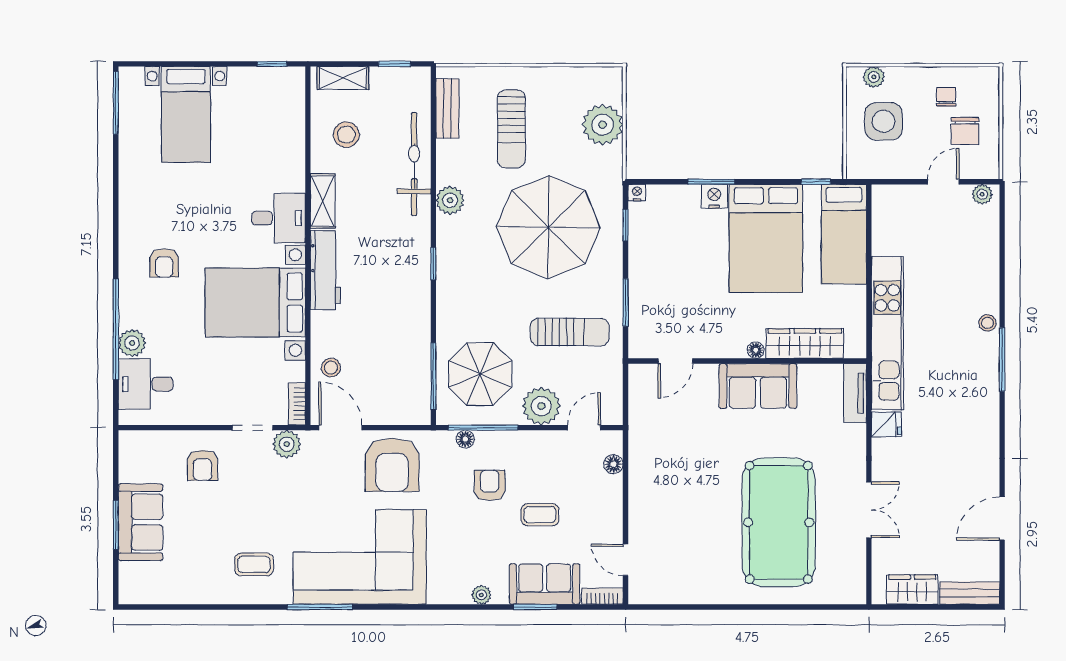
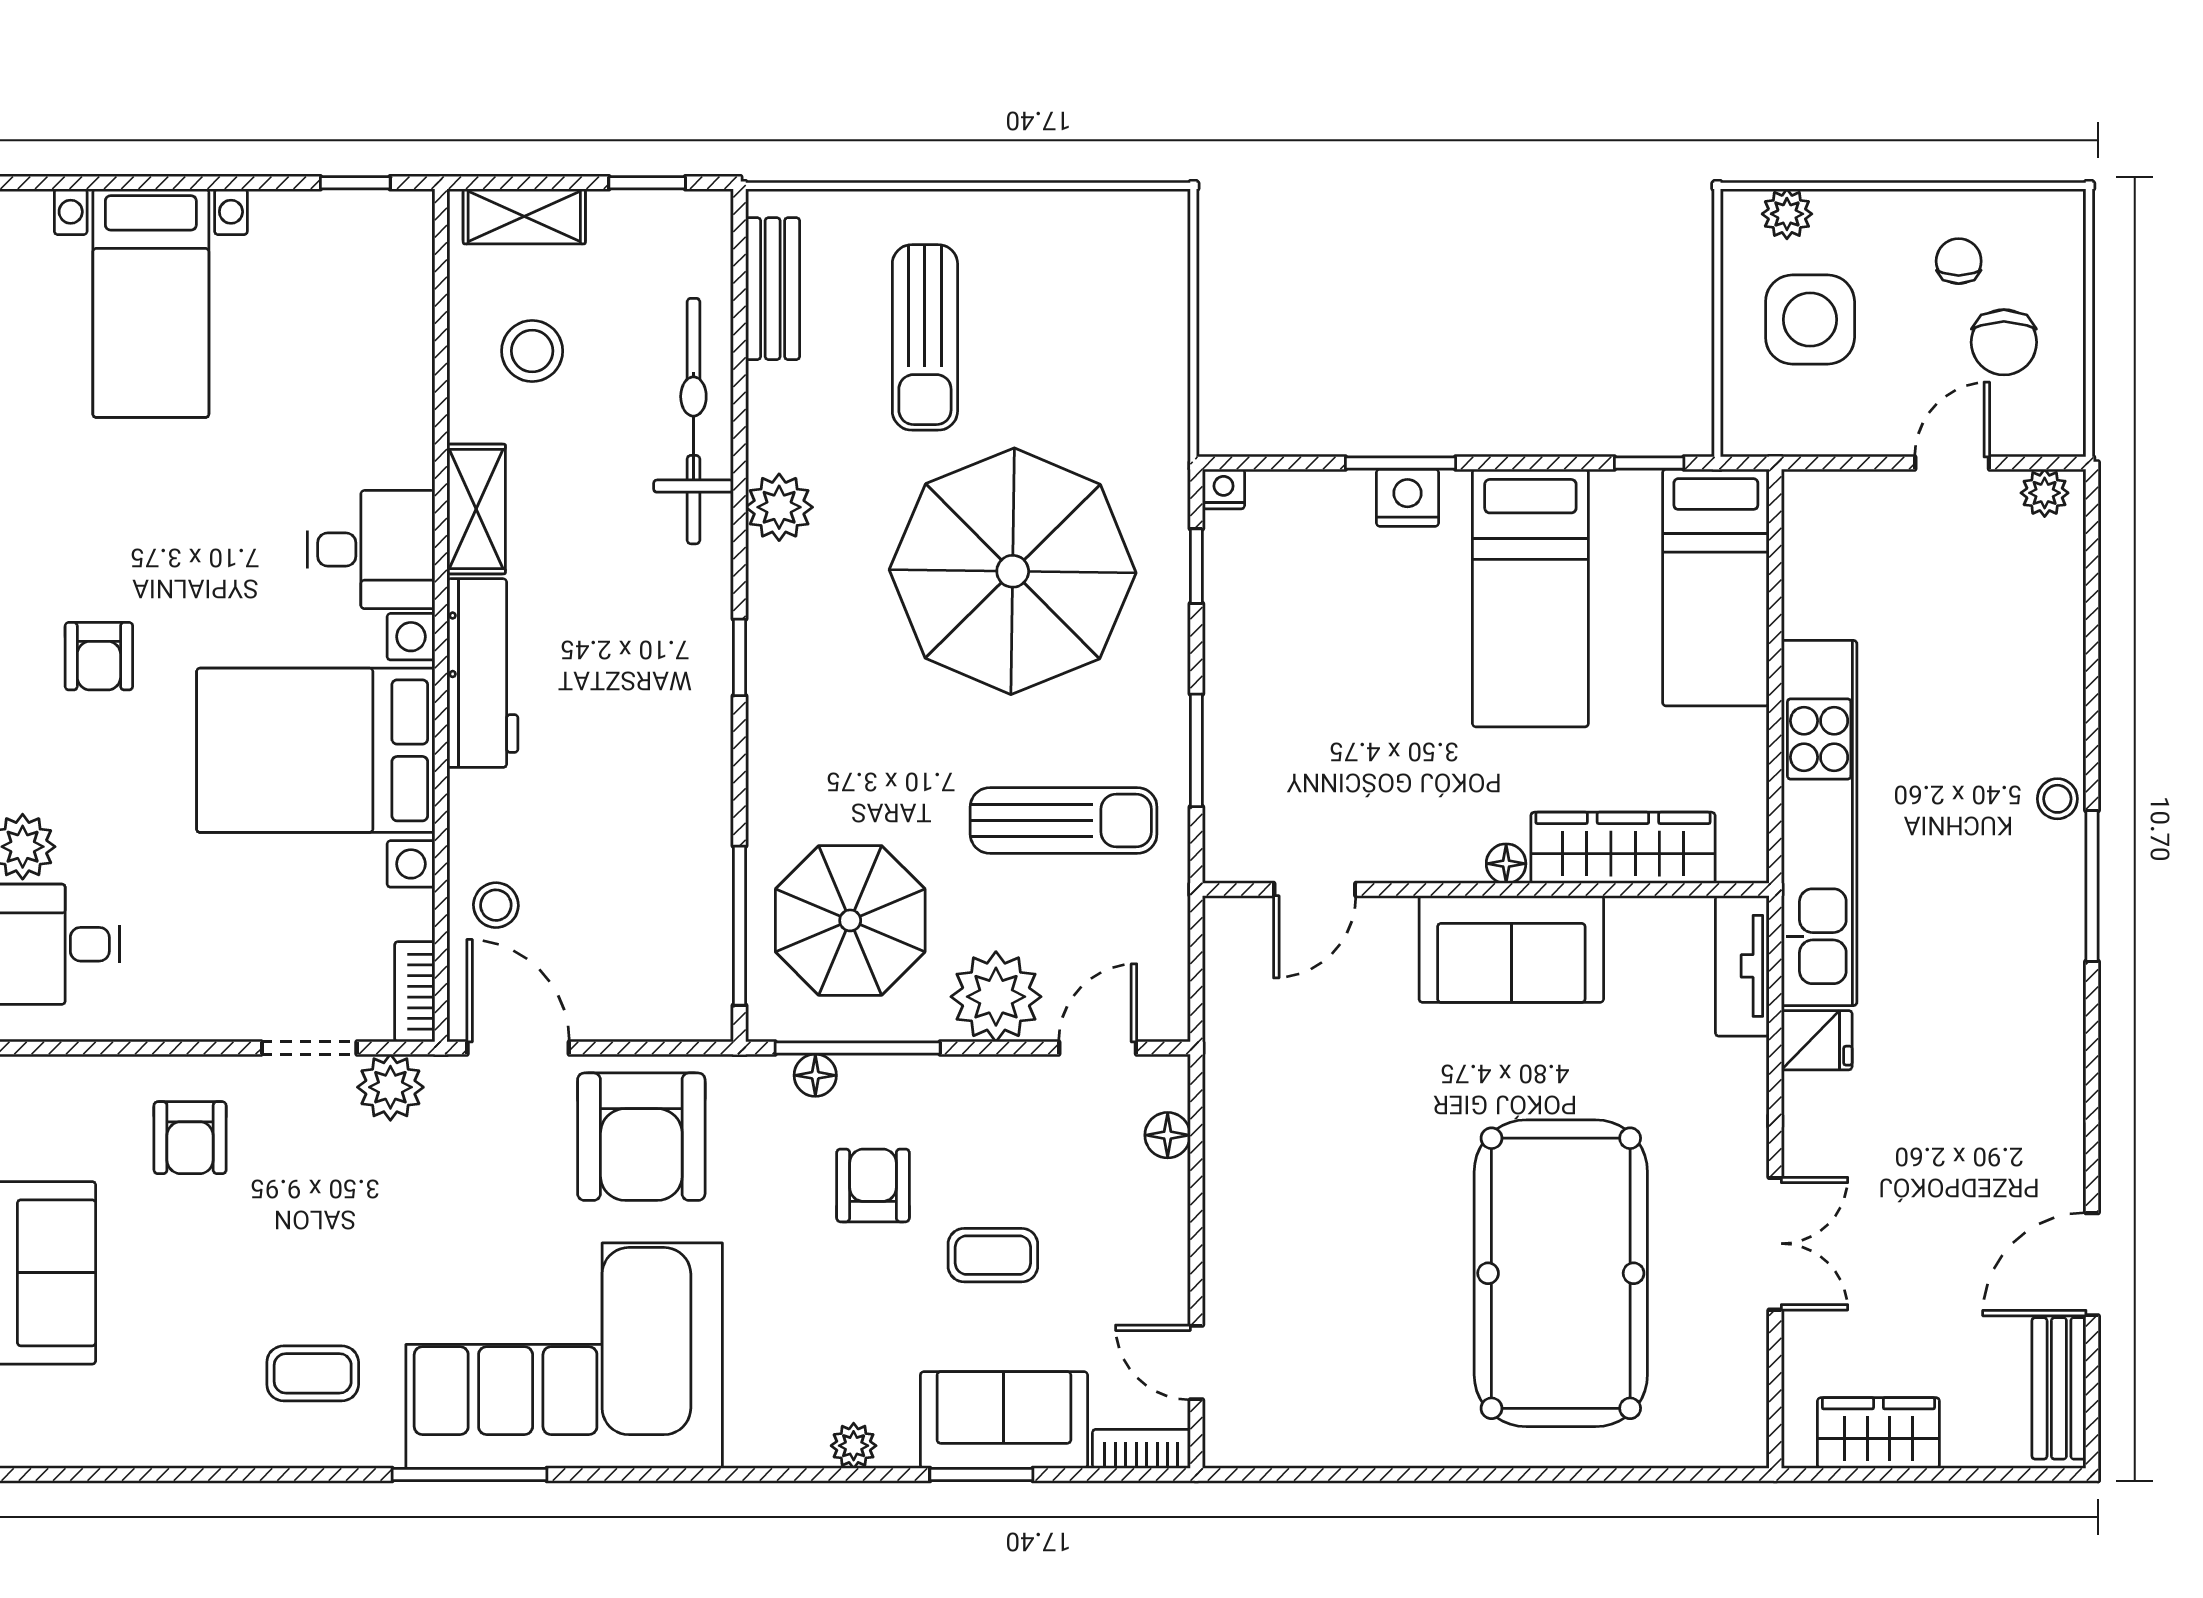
plant: (603, 125) -> (1142, 327), removed
bed: (766, 238) -> (1530, 598), width x0.67
bench: (970, 593) -> (2059, 1388), moved, turned 90

